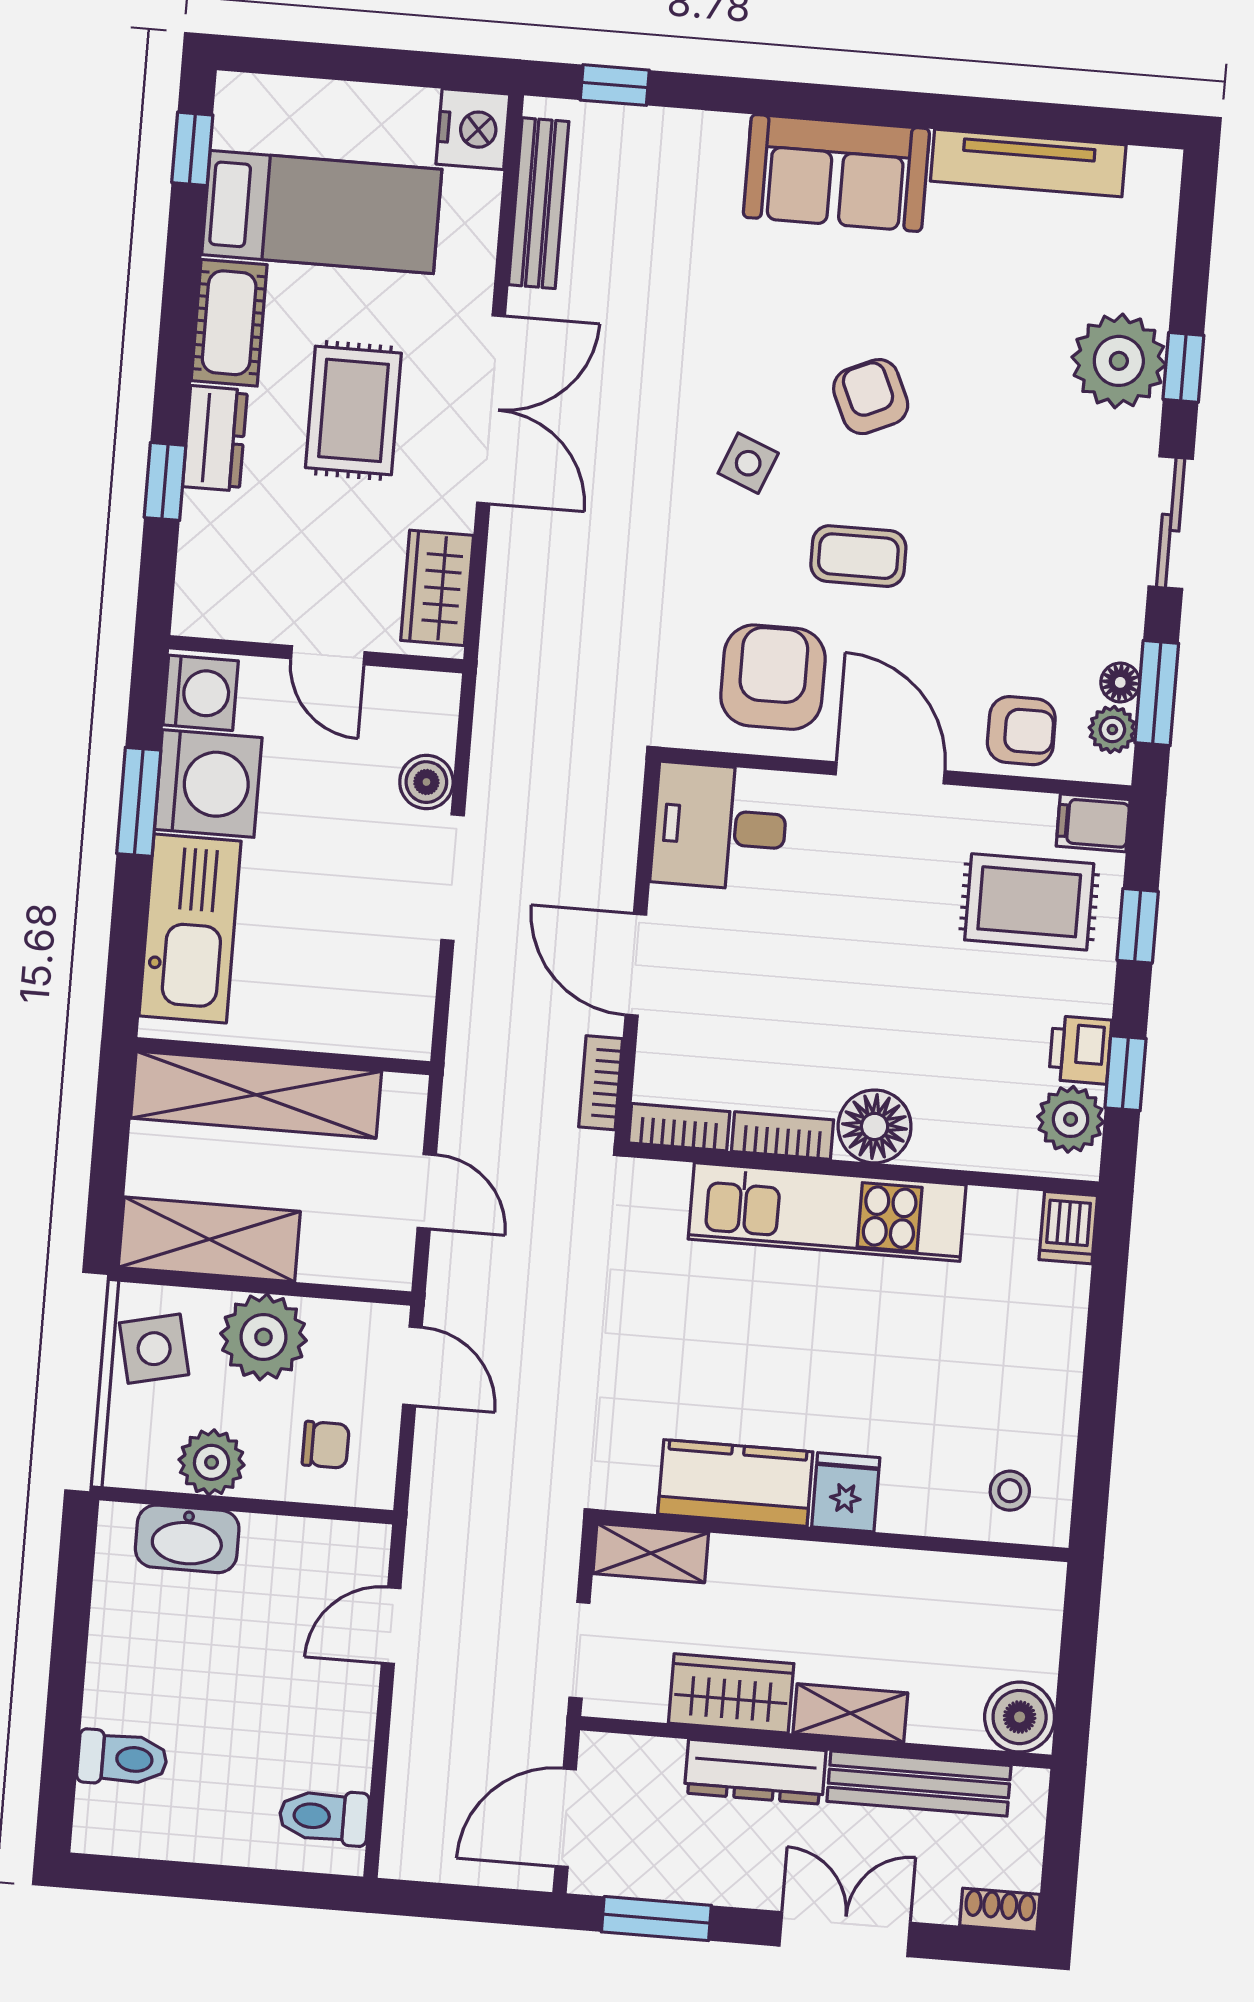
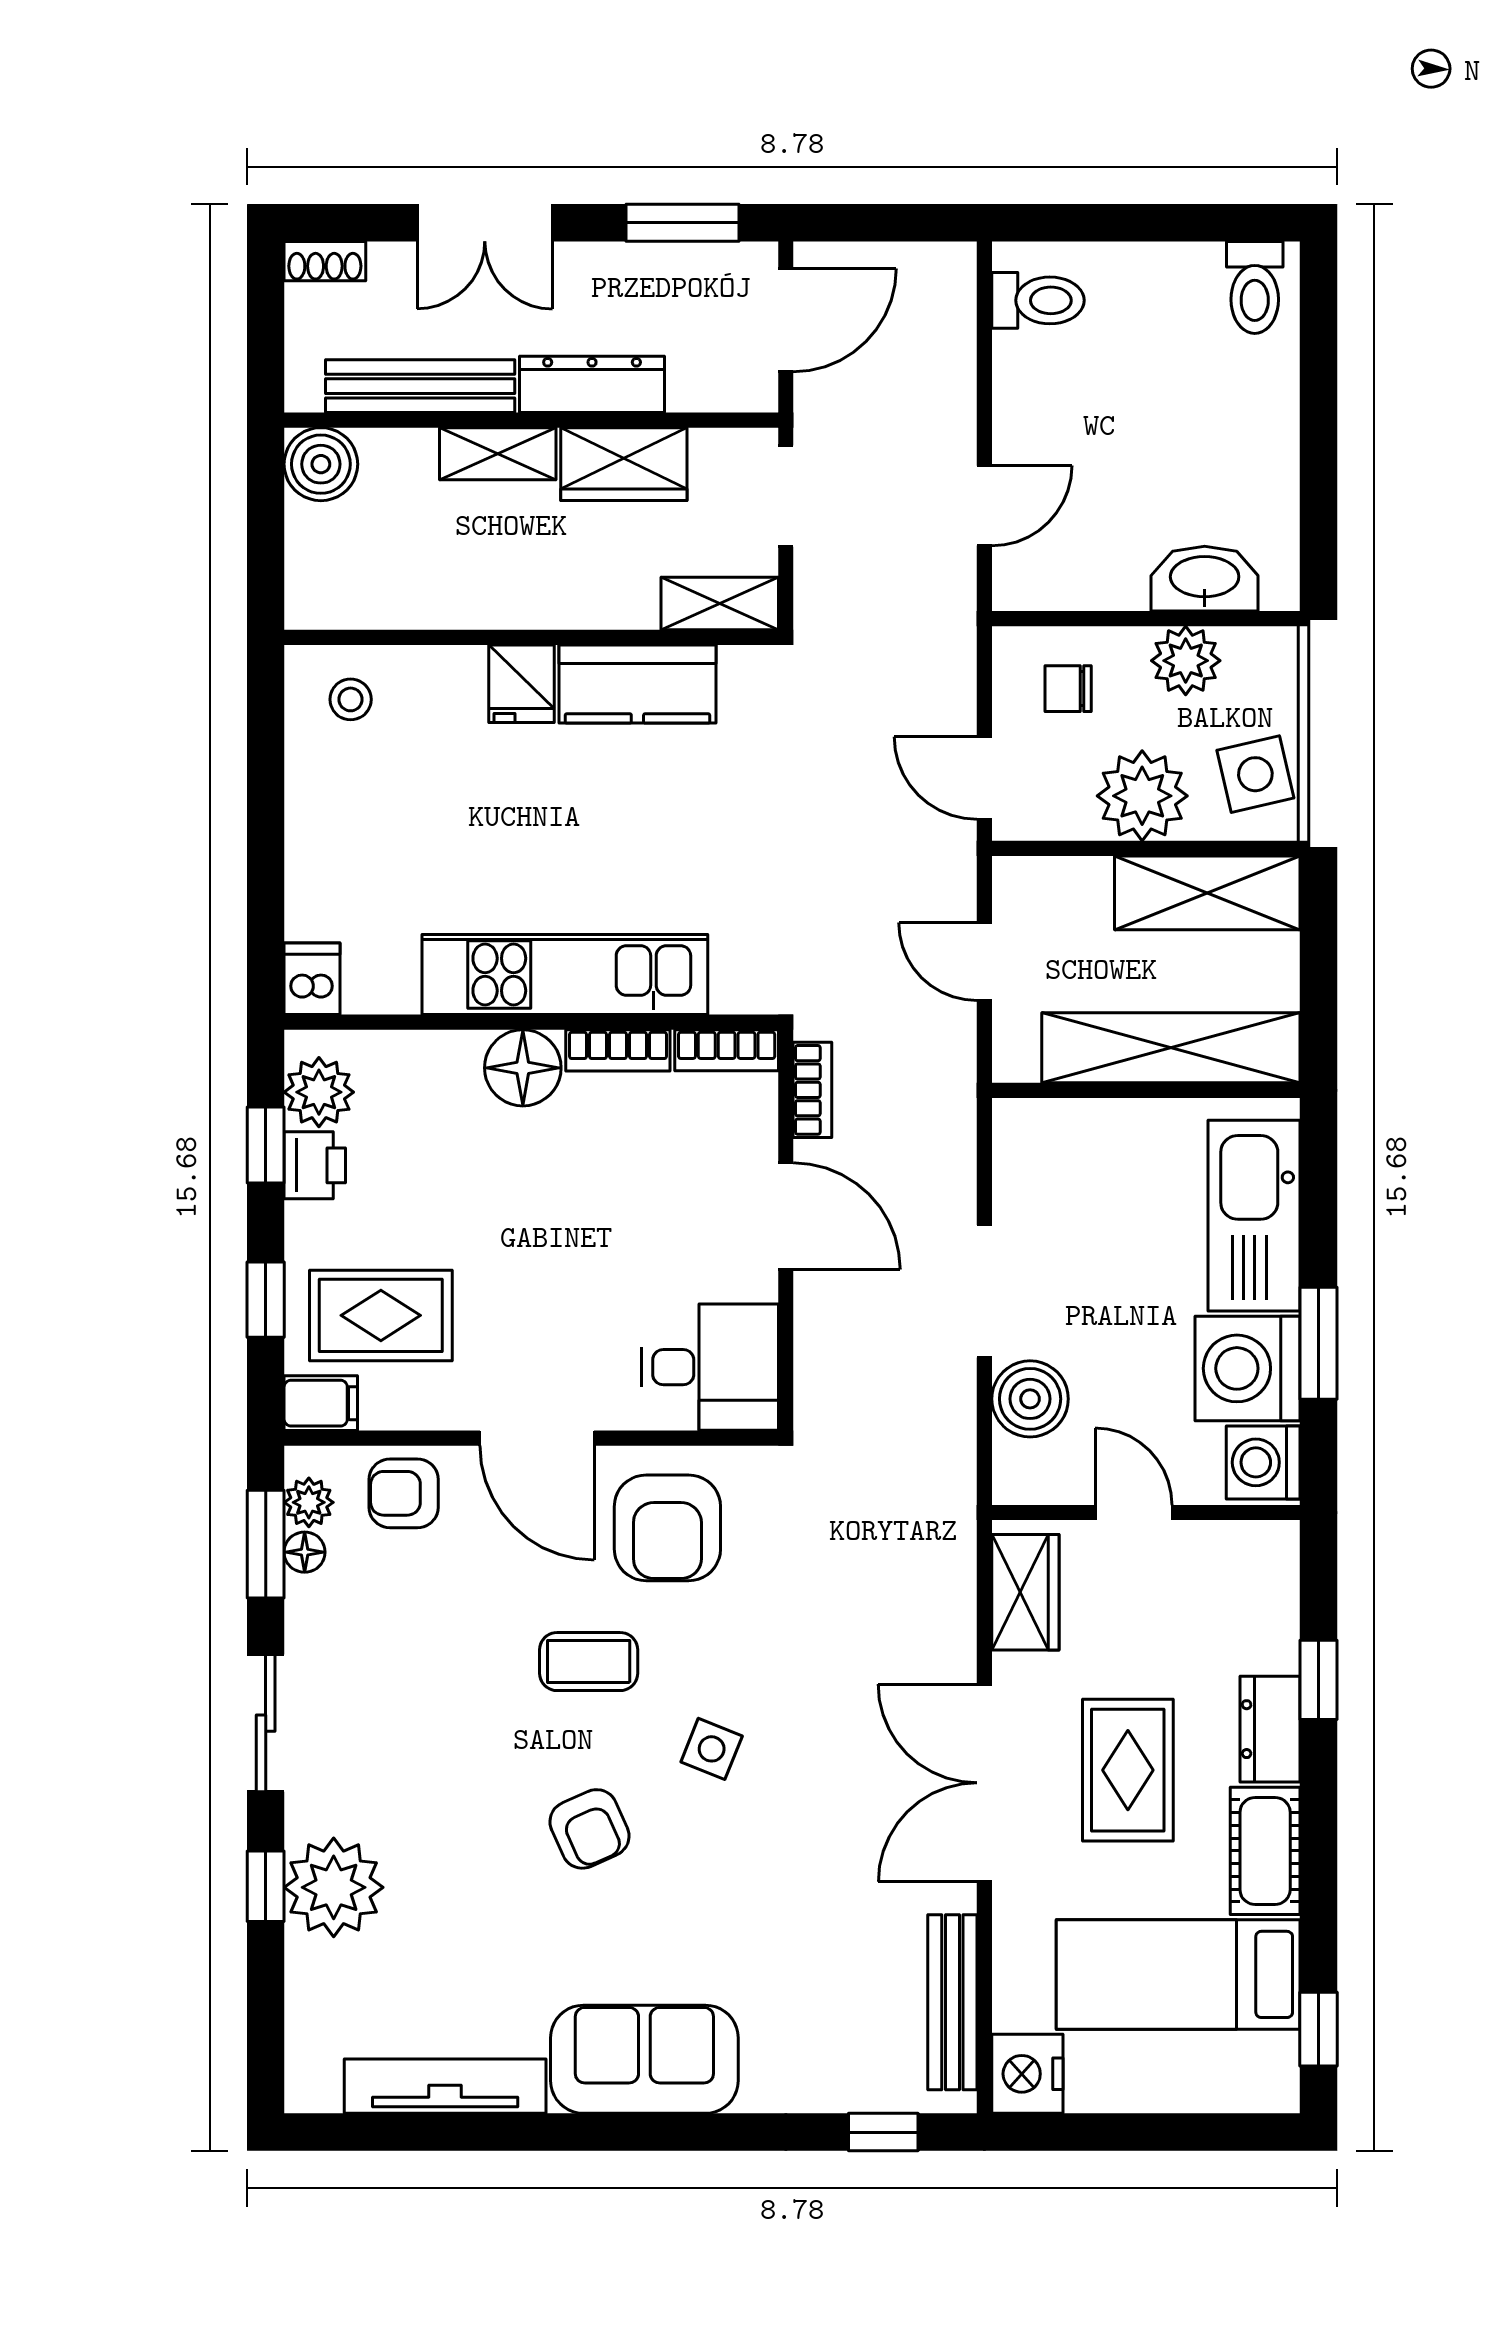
boiler: (426, 782) -> (1030, 1399), width x1.36, depth x1.36
toilet: (122, 1758) -> (1255, 287), moved, turned -90

